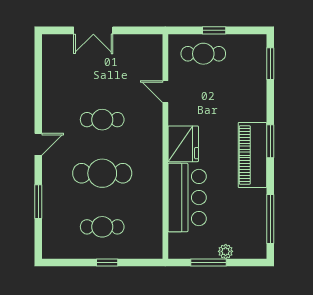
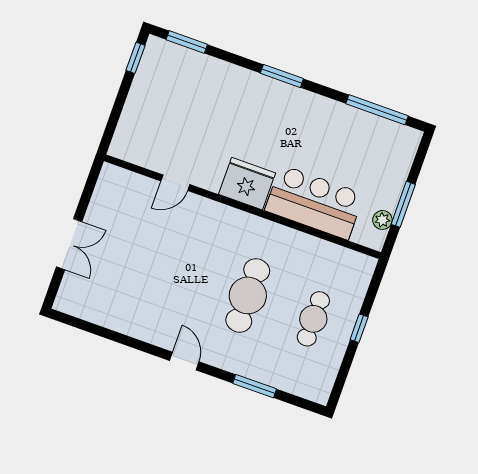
window: (214, 30) -> (135, 58), moved
cafe table: (203, 54) -> (146, 120), removed
cafe table: (102, 120) -> (182, 272), removed
piano: (252, 155) -> (291, 104), removed
plant: (226, 251) -> (382, 220), moved

